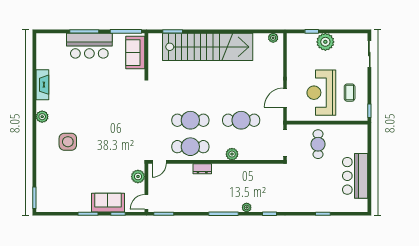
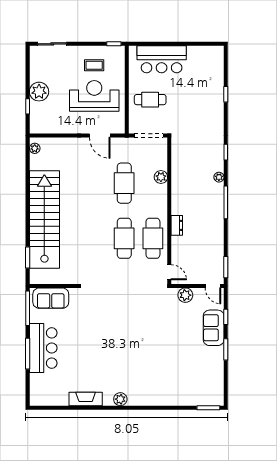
reception desk: (321, 93) -> (94, 96), turned 180
side table: (68, 142) -> (148, 371), removed
plant: (232, 154) -> (161, 177), moved
bar counter: (355, 176) -> (162, 59), moved

